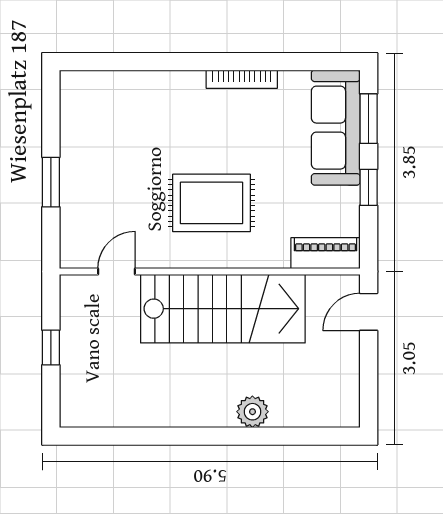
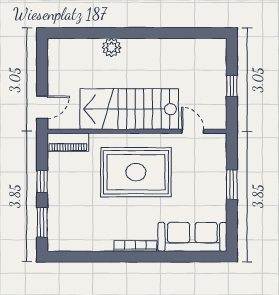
bookcase: (242, 79) -> (135, 246), moved
sofa: (336, 128) -> (192, 237), moved, turned -90
rug: (212, 203) -> (136, 172), width x1.37, depth x1.44
door: (116, 271) -> (193, 131), swing flipped

